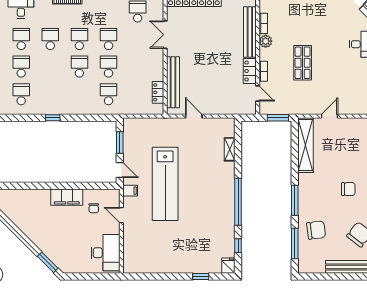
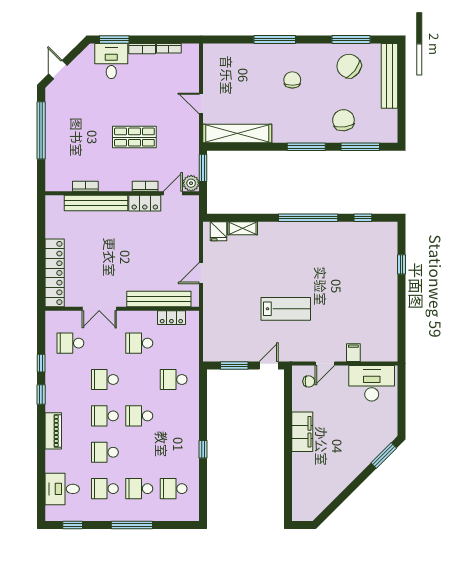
plant: (266, 41) -> (191, 183), moved
school desk: (109, 67) -> (139, 343), moved
lab bench: (165, 184) -> (286, 309), width x0.54, depth x0.72
filing cabinet: (130, 191) -> (353, 353), moved
chair: (94, 208) -> (309, 381), moved
fridge: (228, 266) -> (218, 231), moved, turned -90

